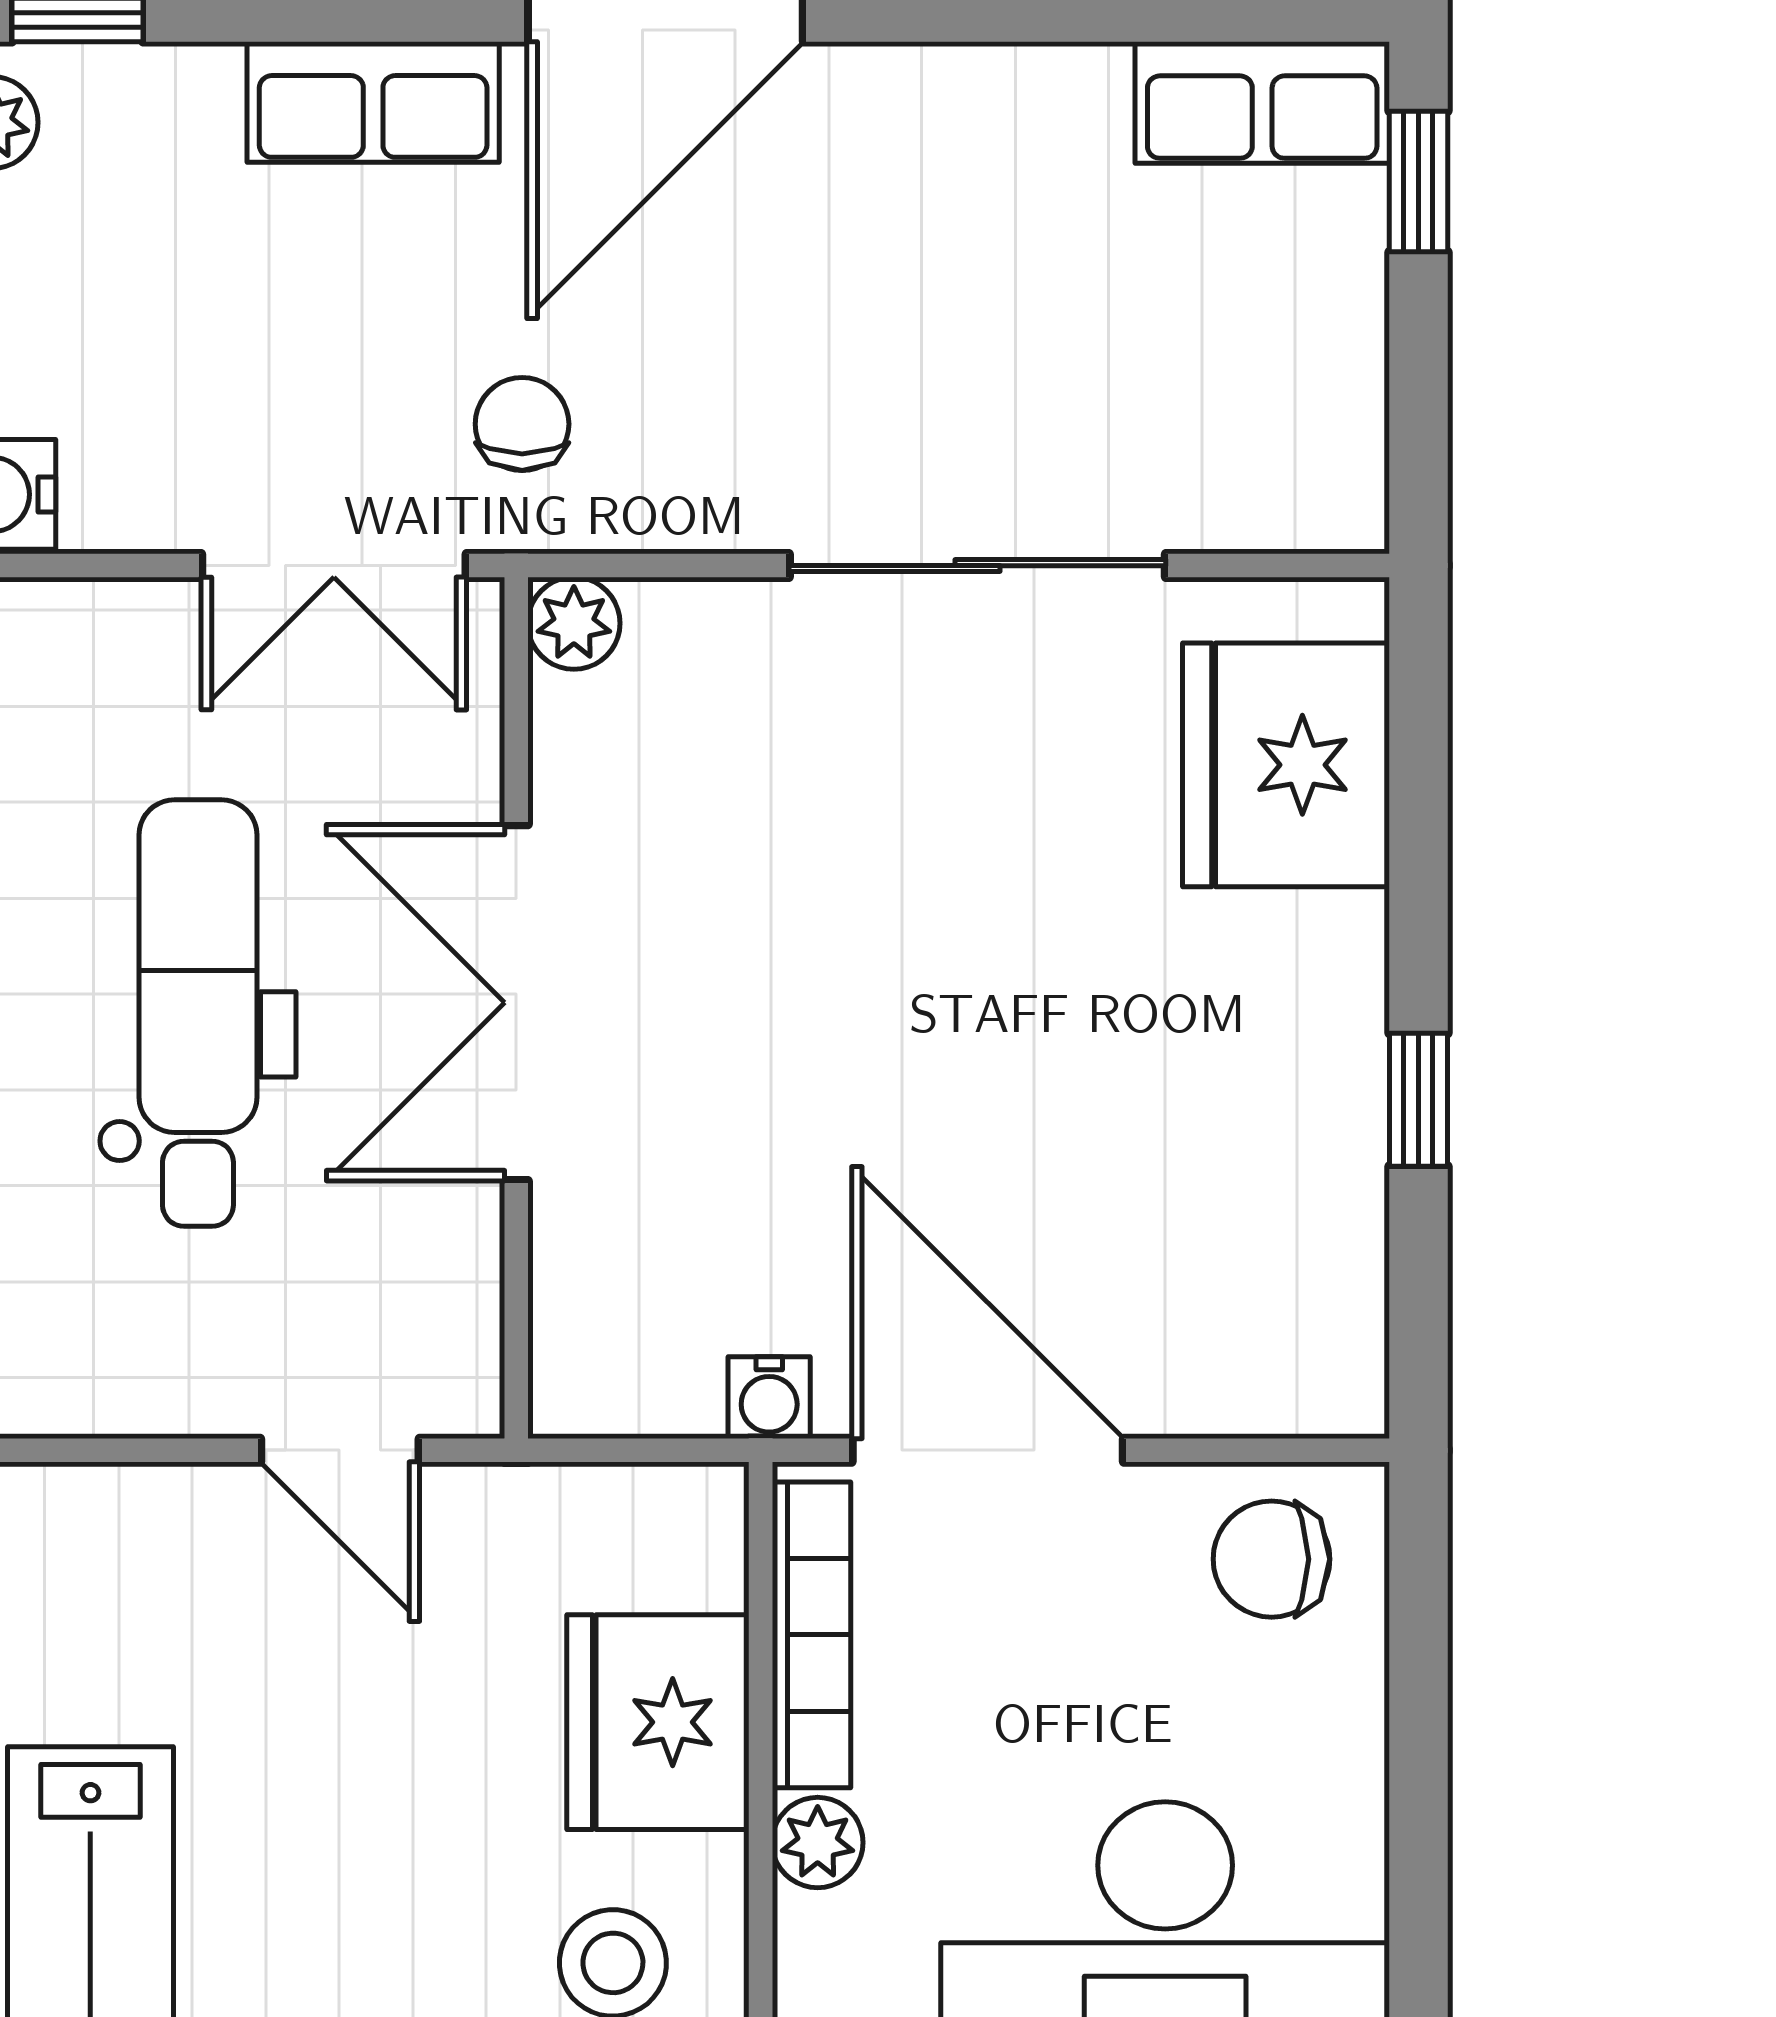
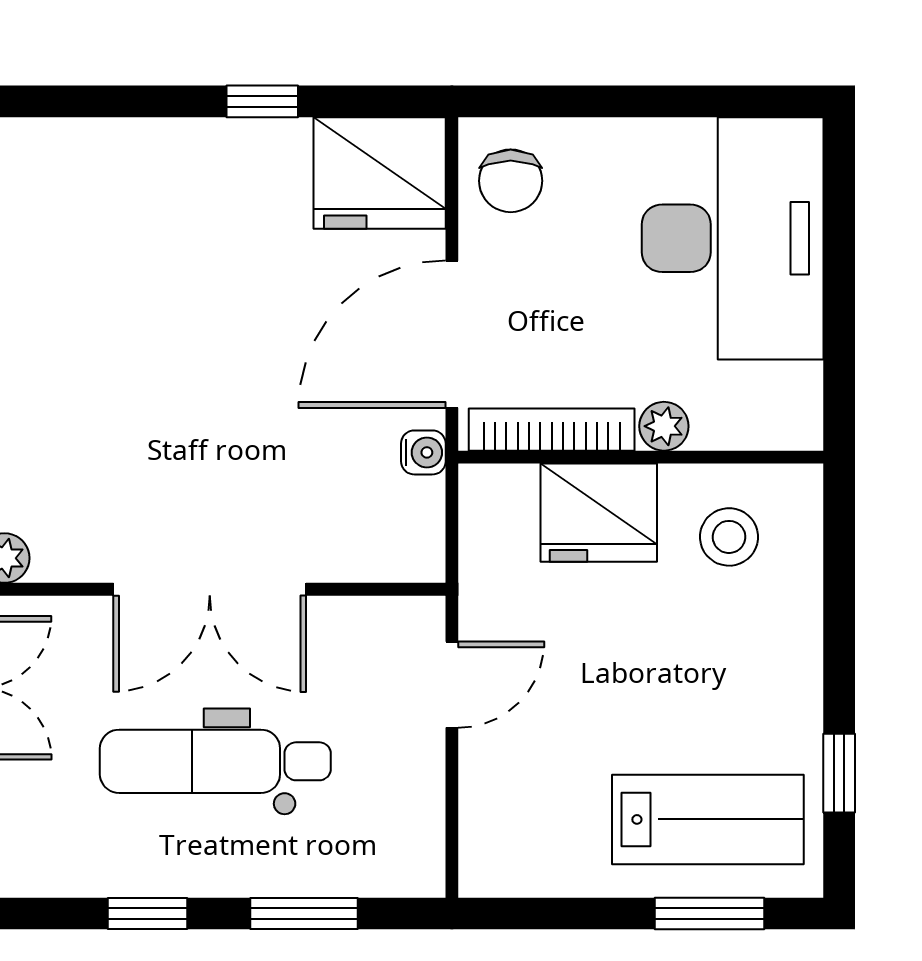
fridge: (1286, 765) -> (380, 173), moved

